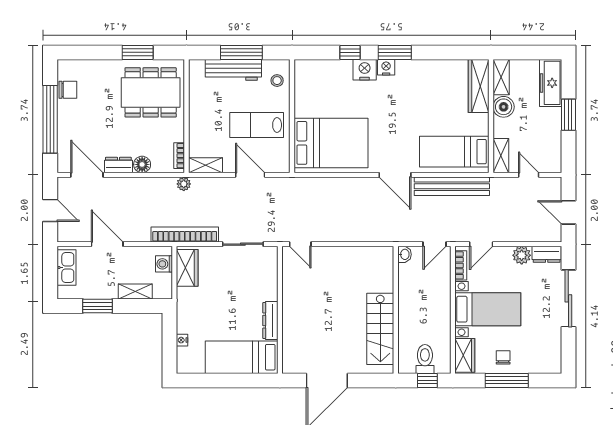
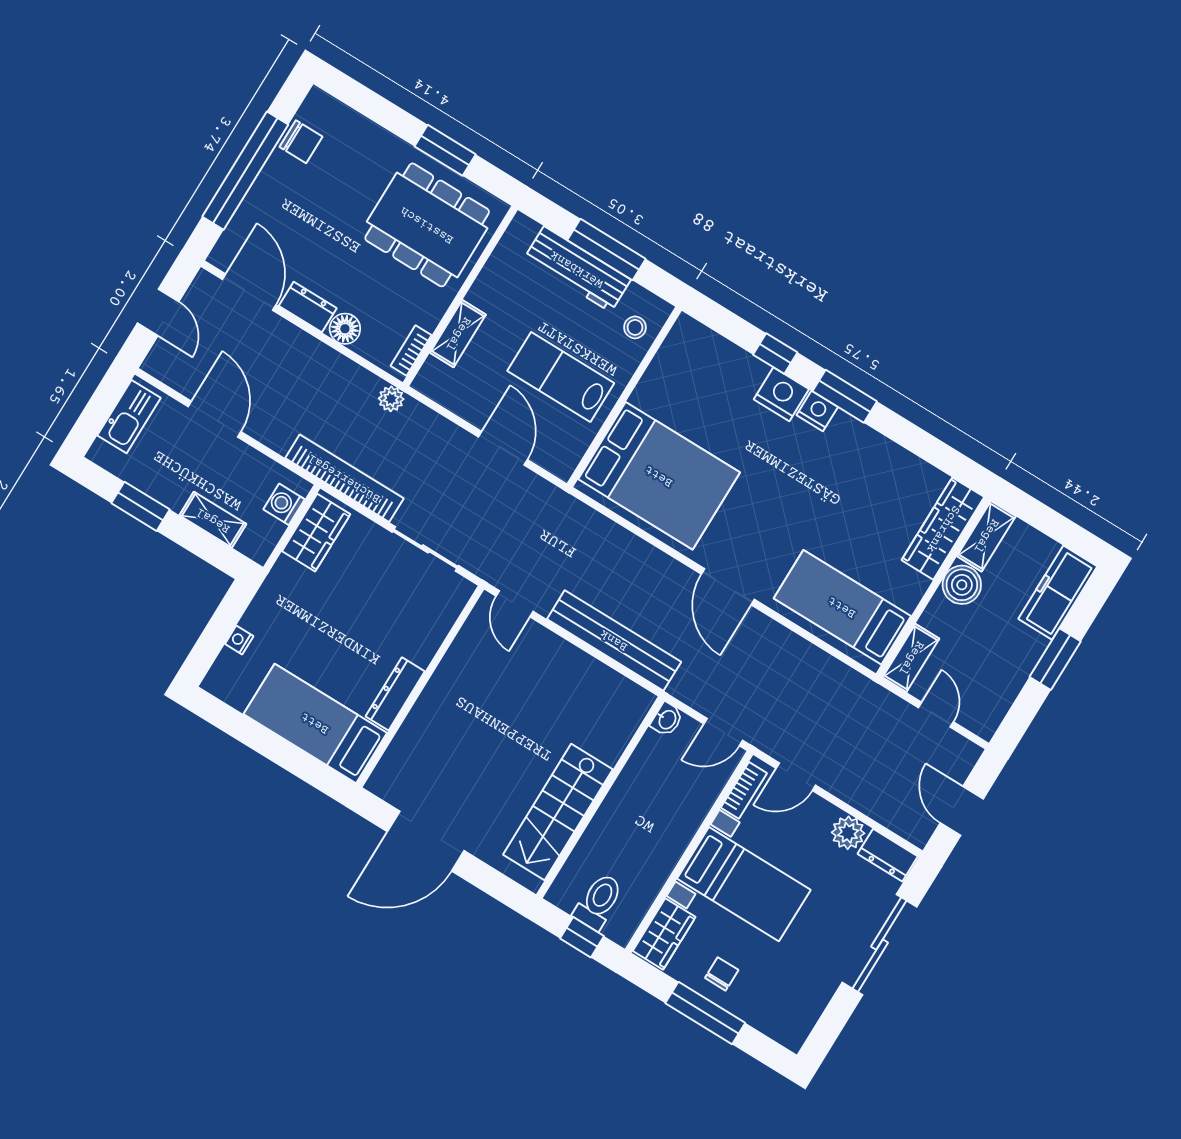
shelving: (206, 165) -> (458, 334), moved, turned 90
bench: (452, 186) -> (614, 640), moved

